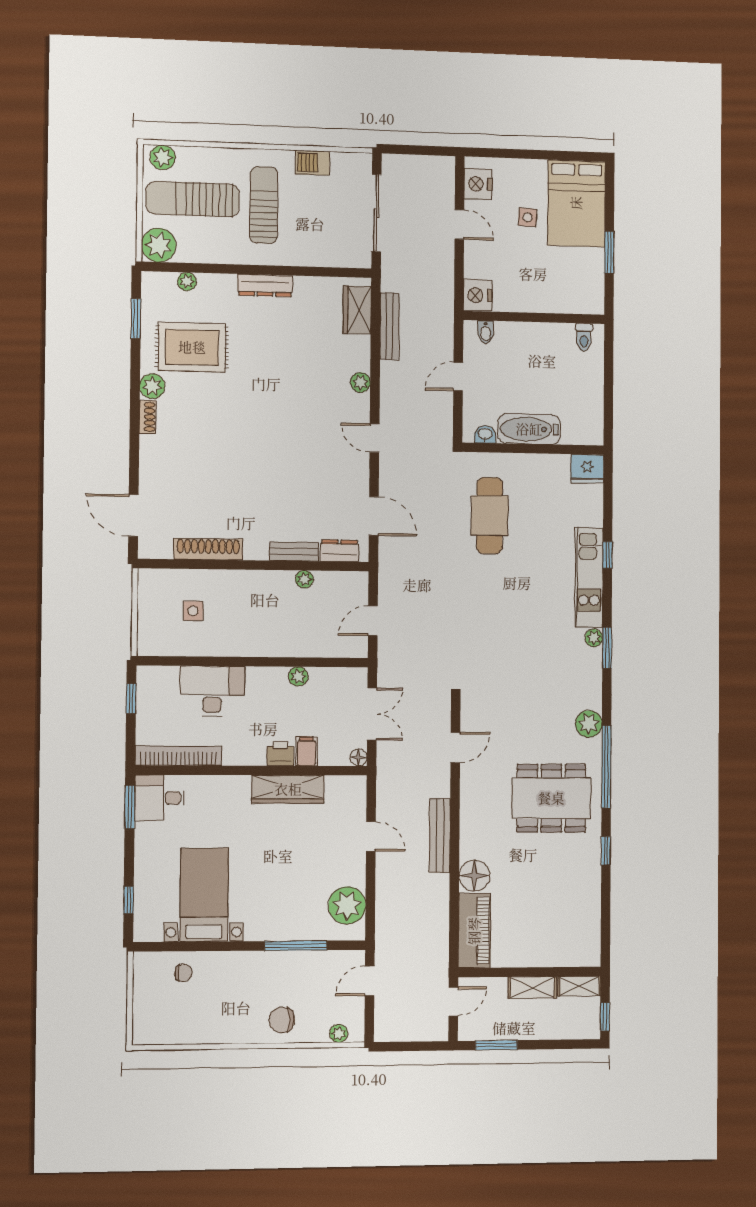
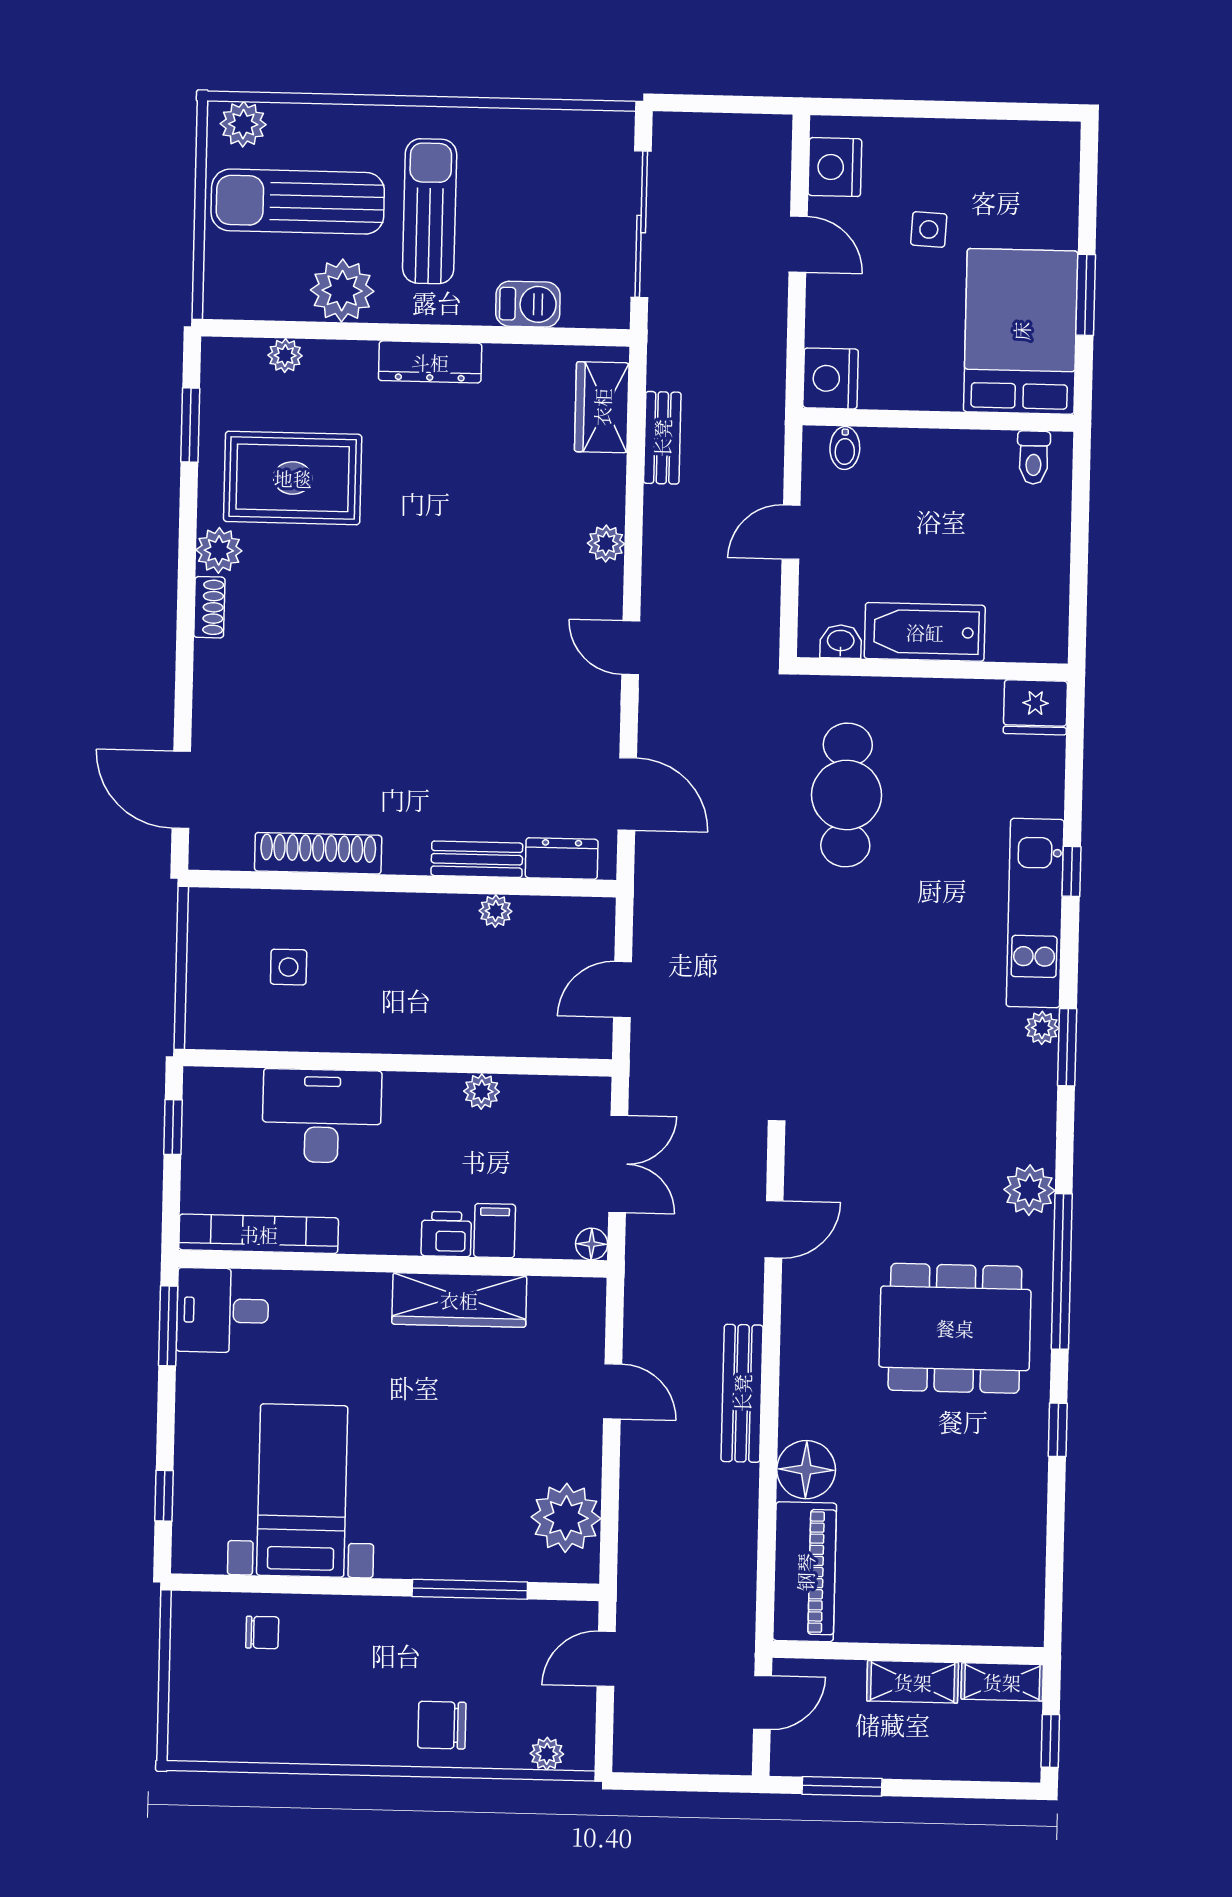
barbecue: (313, 163) -> (528, 304), moved, turned 180
bed: (576, 203) -> (1021, 331), moved, turned 180
plant: (159, 245) -> (342, 291), moved
bench: (389, 326) -> (662, 438), width x0.73

